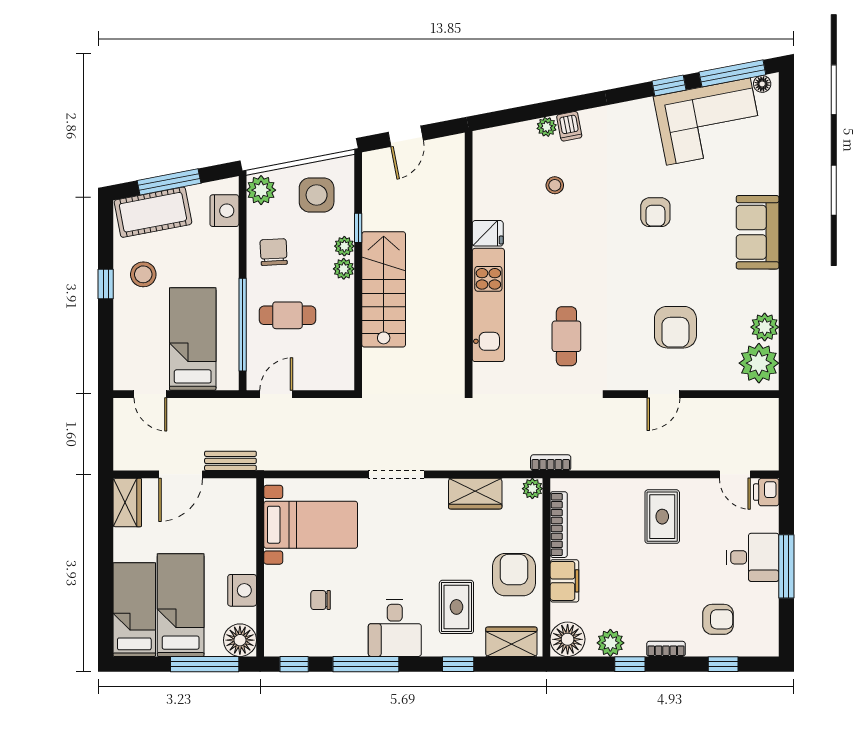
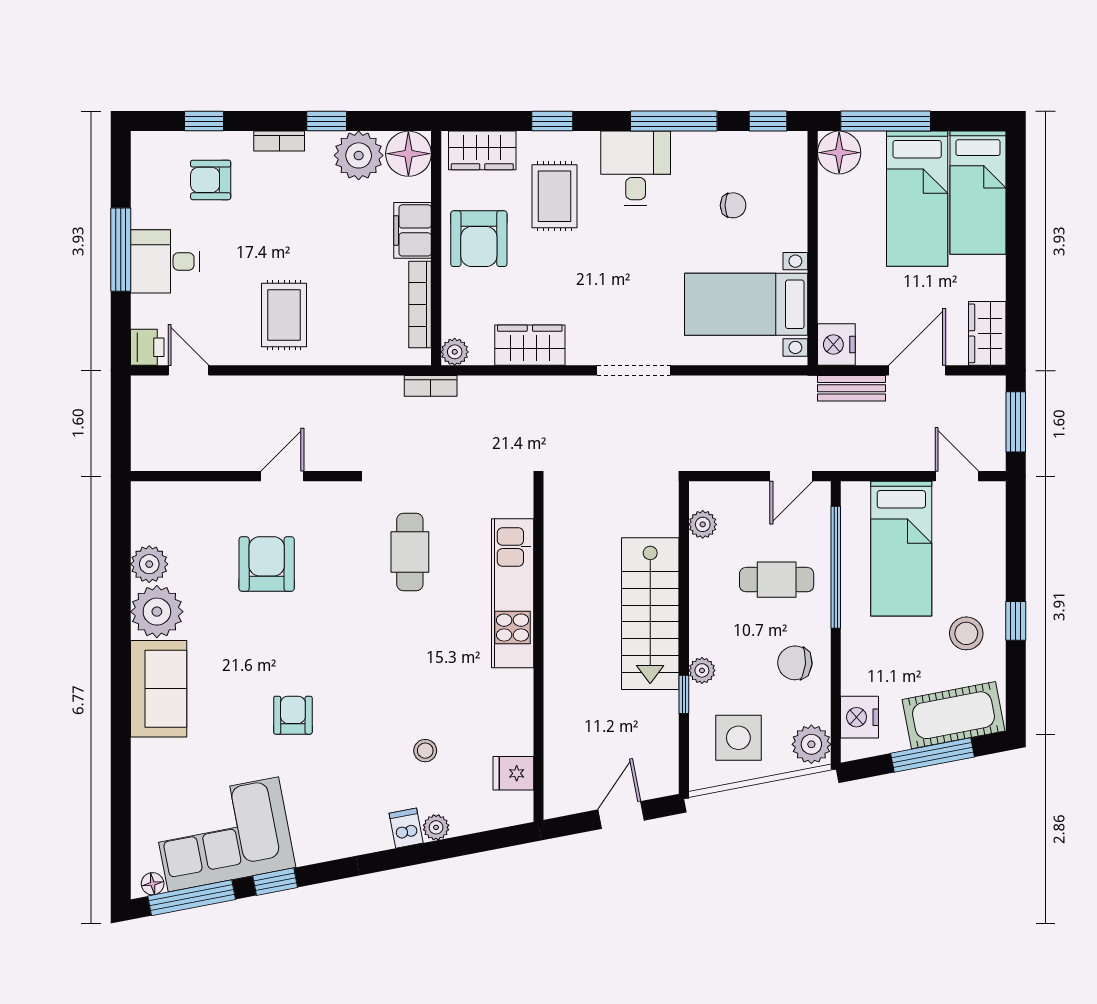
fridge: (488, 233) -> (513, 773), moved
chair: (274, 252) -> (795, 663), turned 98
plant: (344, 269) -> (703, 524), moved
plant: (759, 363) -> (157, 612), moved
window: (106, 435) -> (1016, 422), added
nightstand: (242, 590) -> (836, 344), moved
plant: (610, 643) -> (359, 155), width x1.36, depth x1.36

